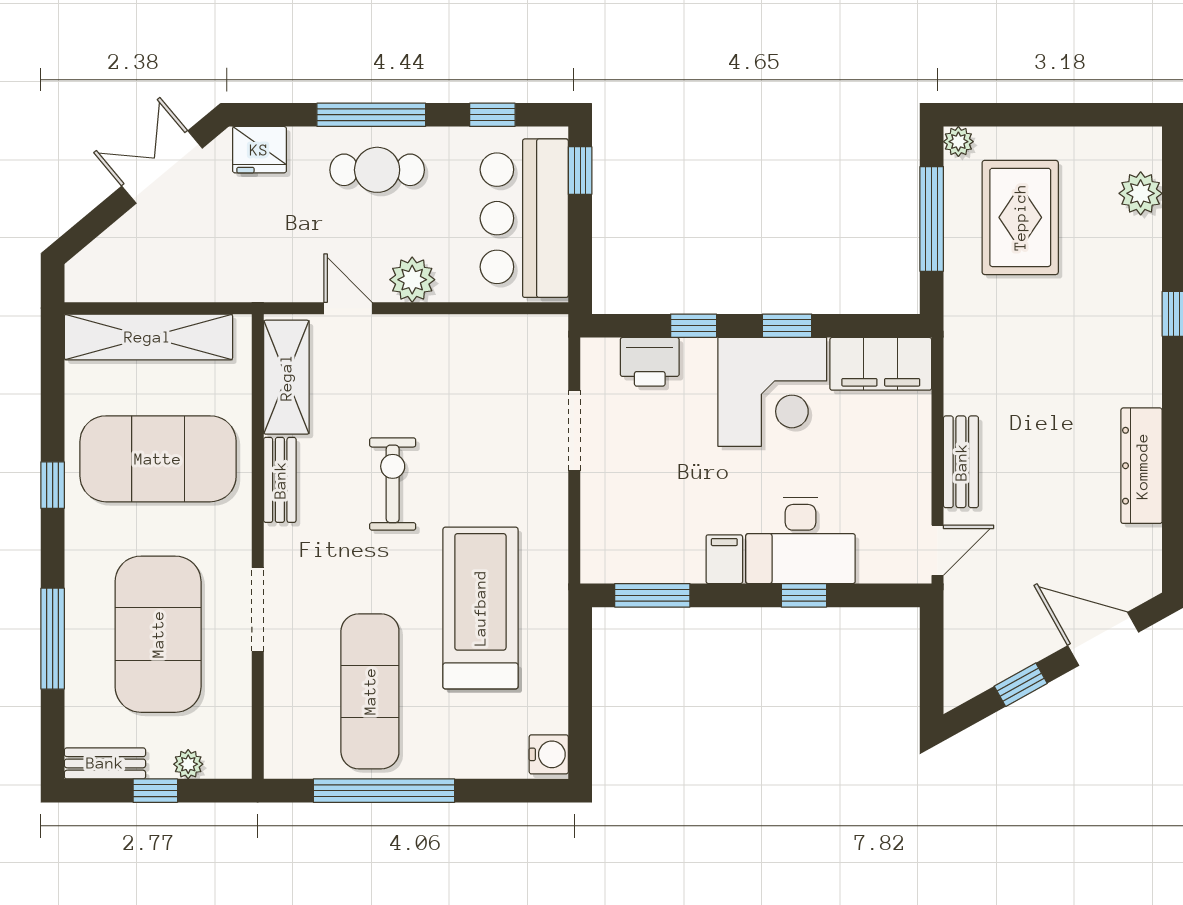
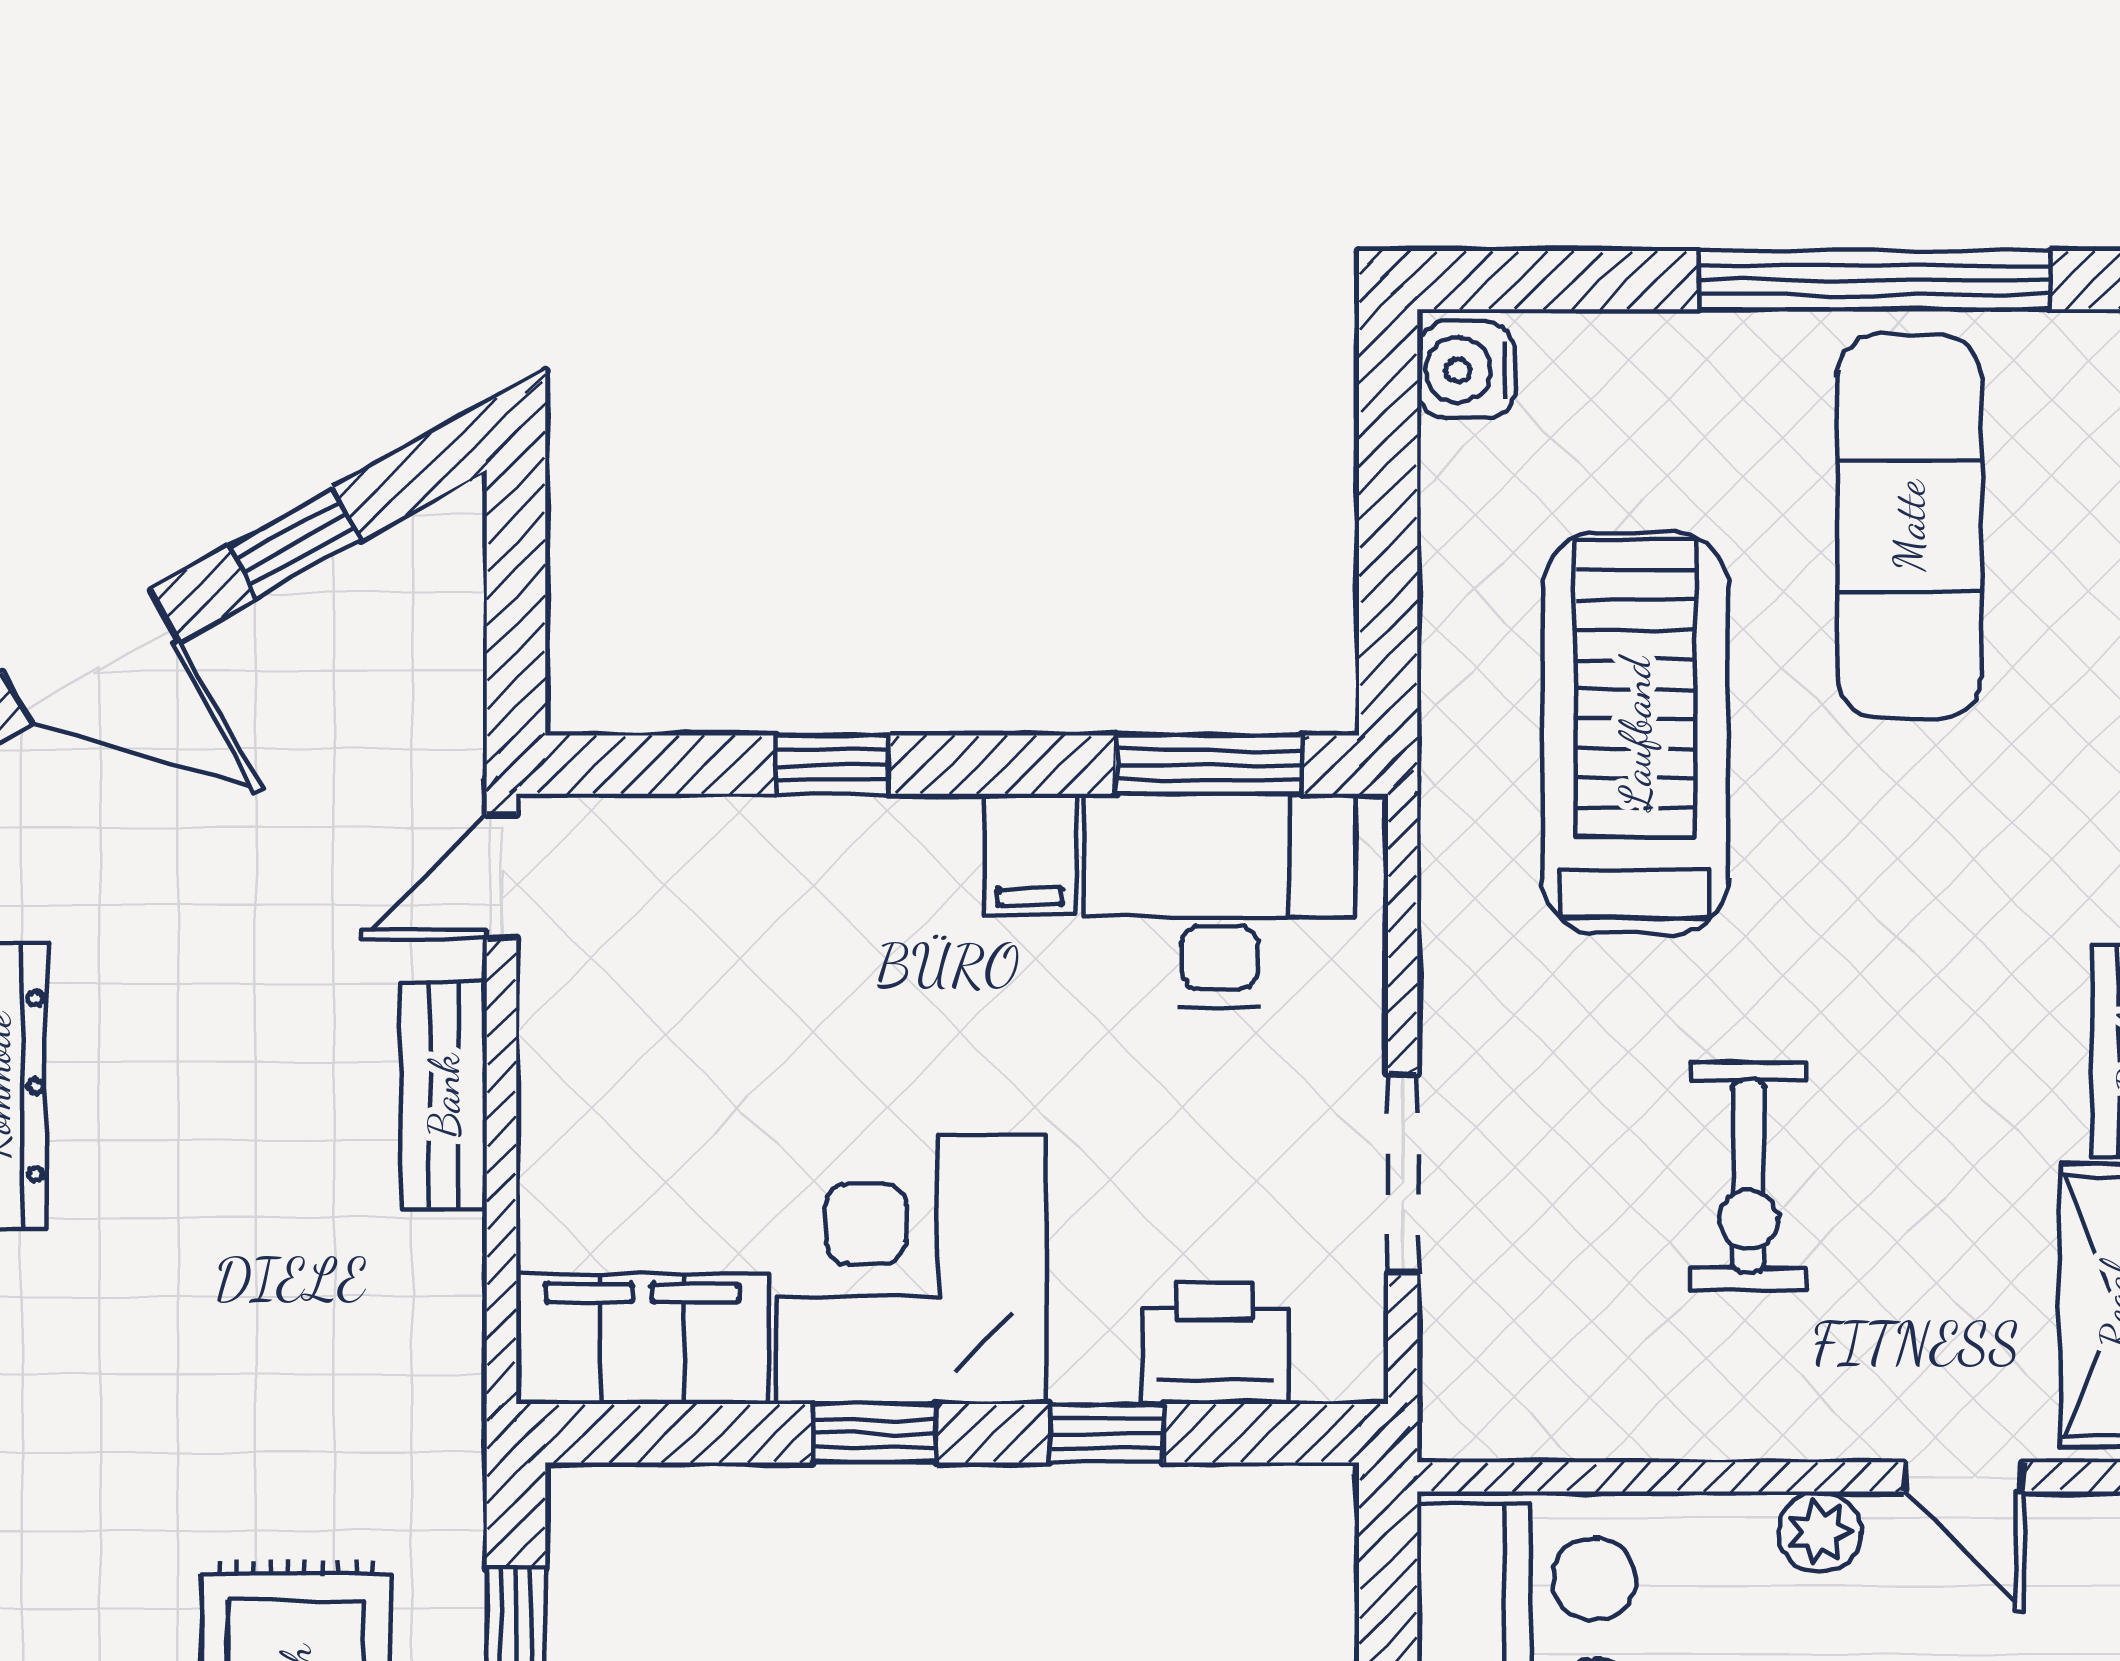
plant: (412, 280) -> (1820, 1532), width x0.73, depth x0.73
exercise bike: (393, 484) -> (1748, 1176), moved
desk: (800, 541) -> (1219, 900), moved
treadmill: (480, 608) -> (1635, 733), turned 180

